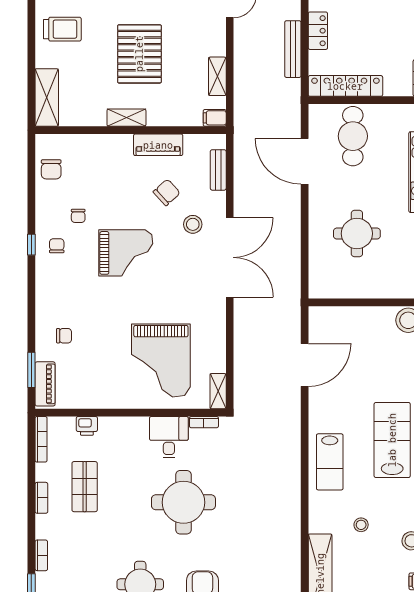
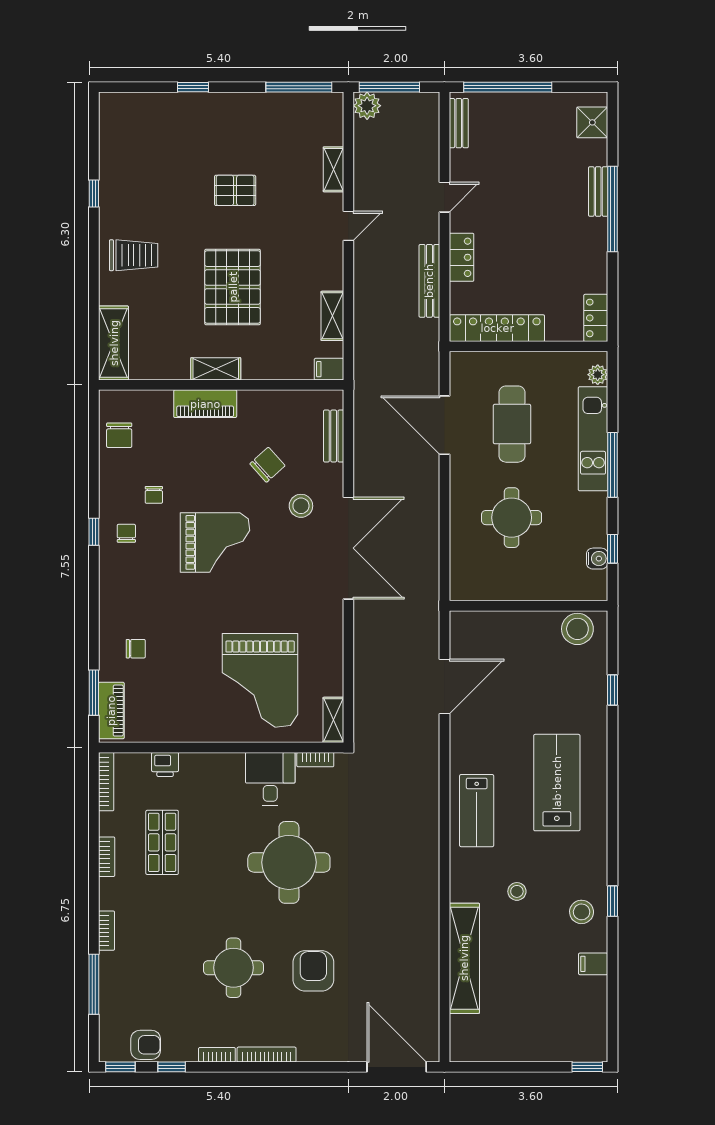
cafe table: (353, 136) -> (512, 424), moved
piano: (158, 145) -> (205, 404), moved

